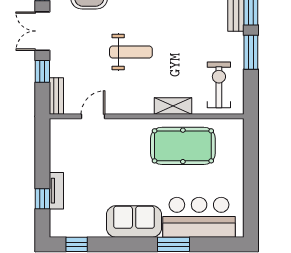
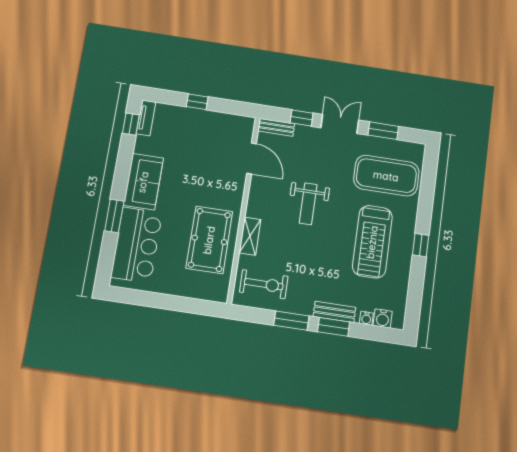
door: (93, 116) -> (252, 158), width x1.38
tv unit: (56, 191) -> (146, 118), moved, turned -90
window: (42, 199) -> (197, 102), moved

